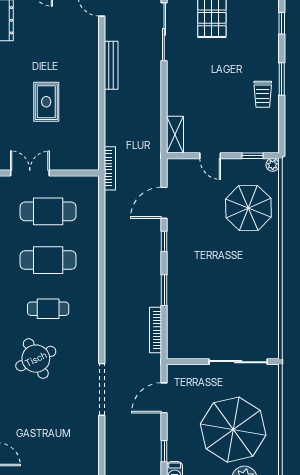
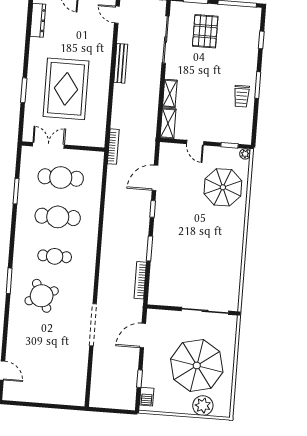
shelving: (174, 98) -> (170, 93), added
rug: (46, 102) -> (66, 89), width x1.86, depth x2.06

